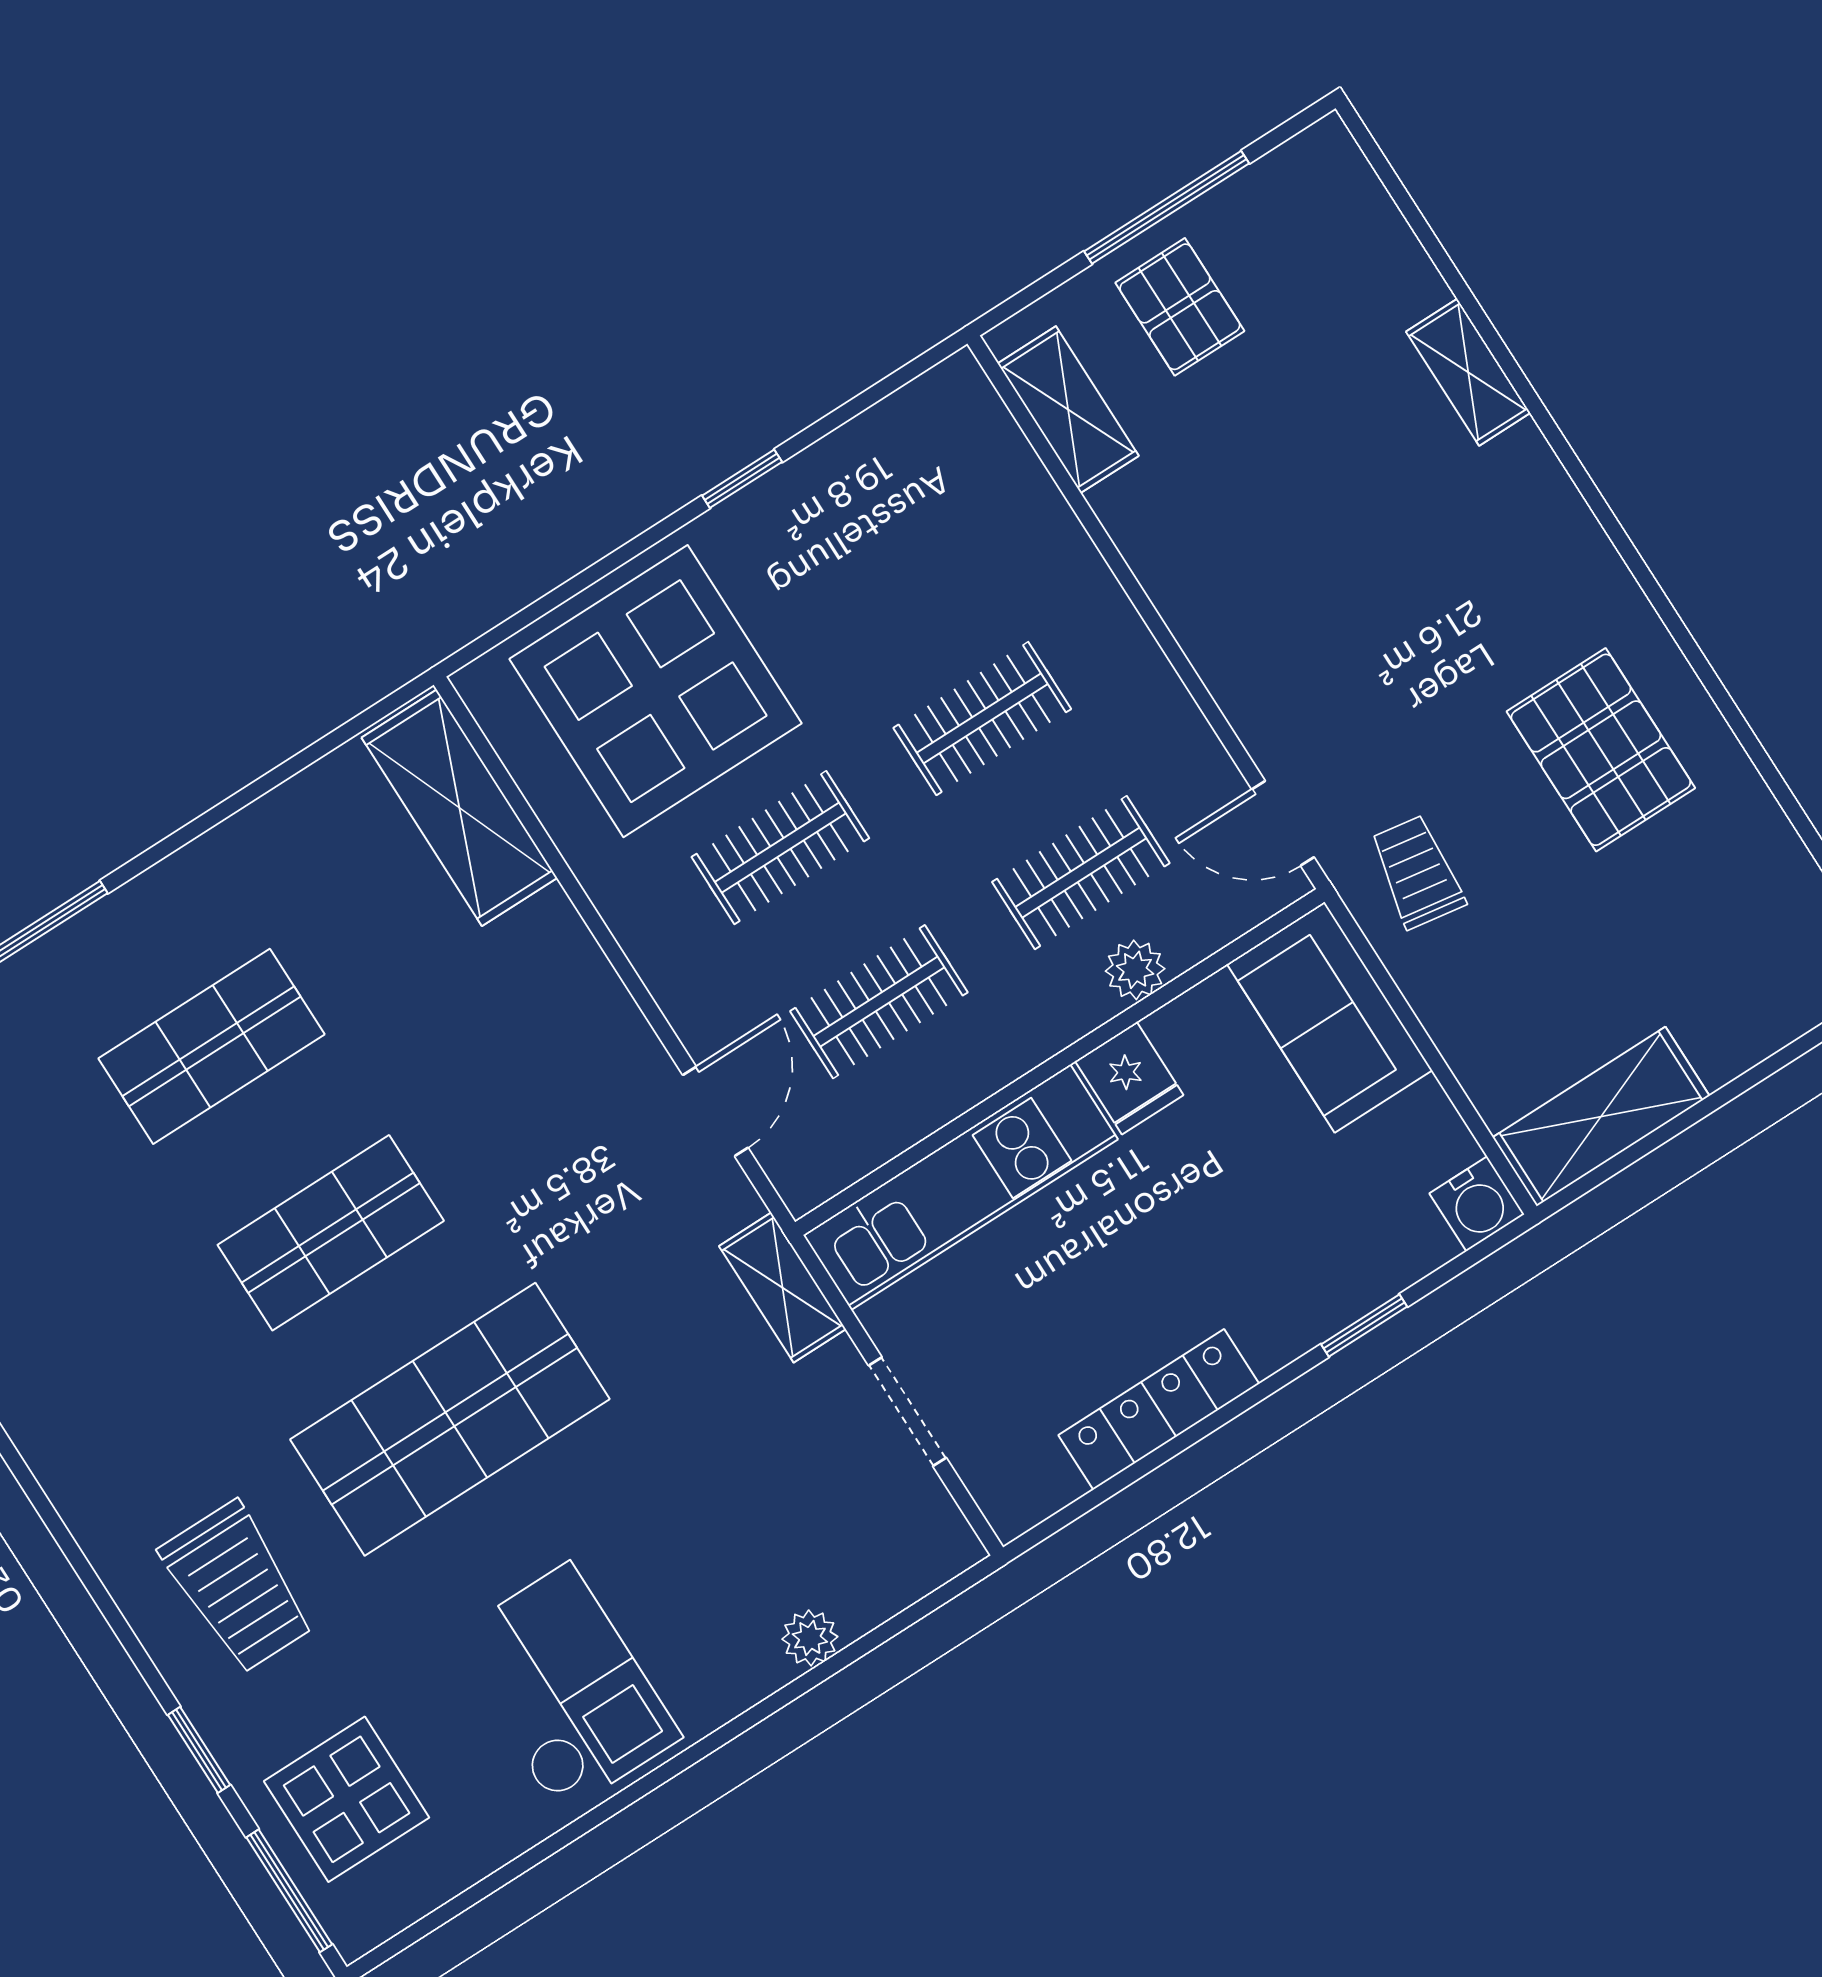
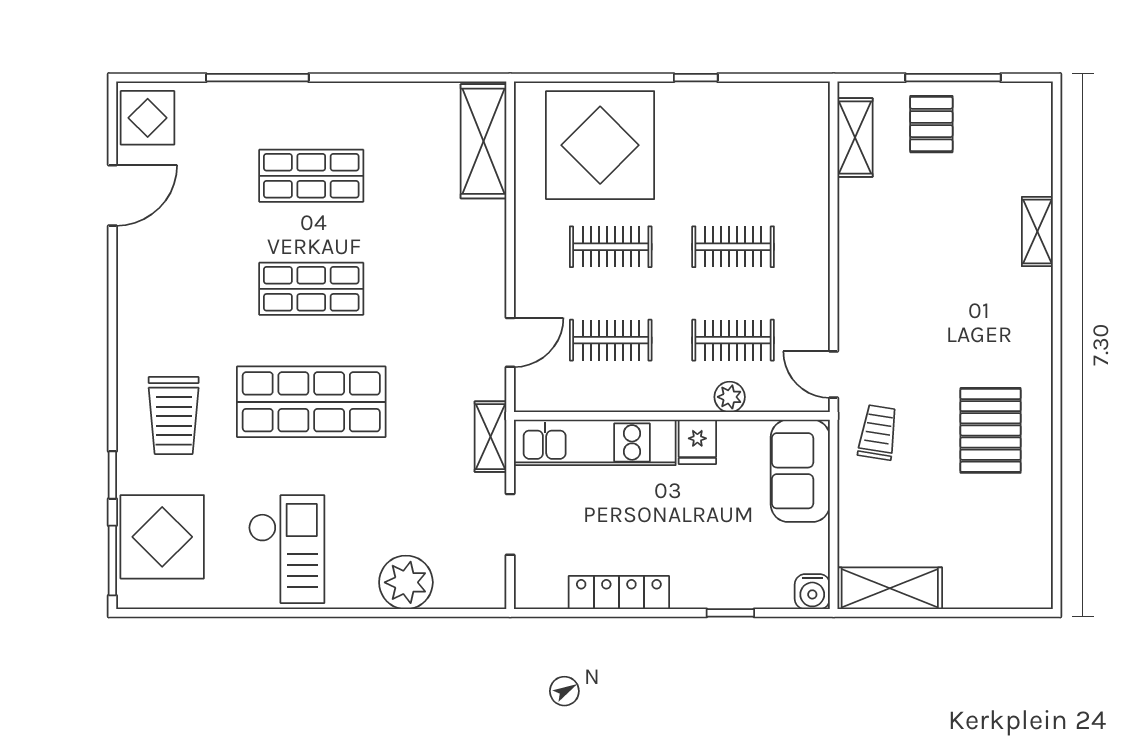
plant: (810, 1638) -> (406, 582), width x1.88, depth x1.88
display table: (347, 1799) -> (162, 537), width x1.36, depth x1.36

